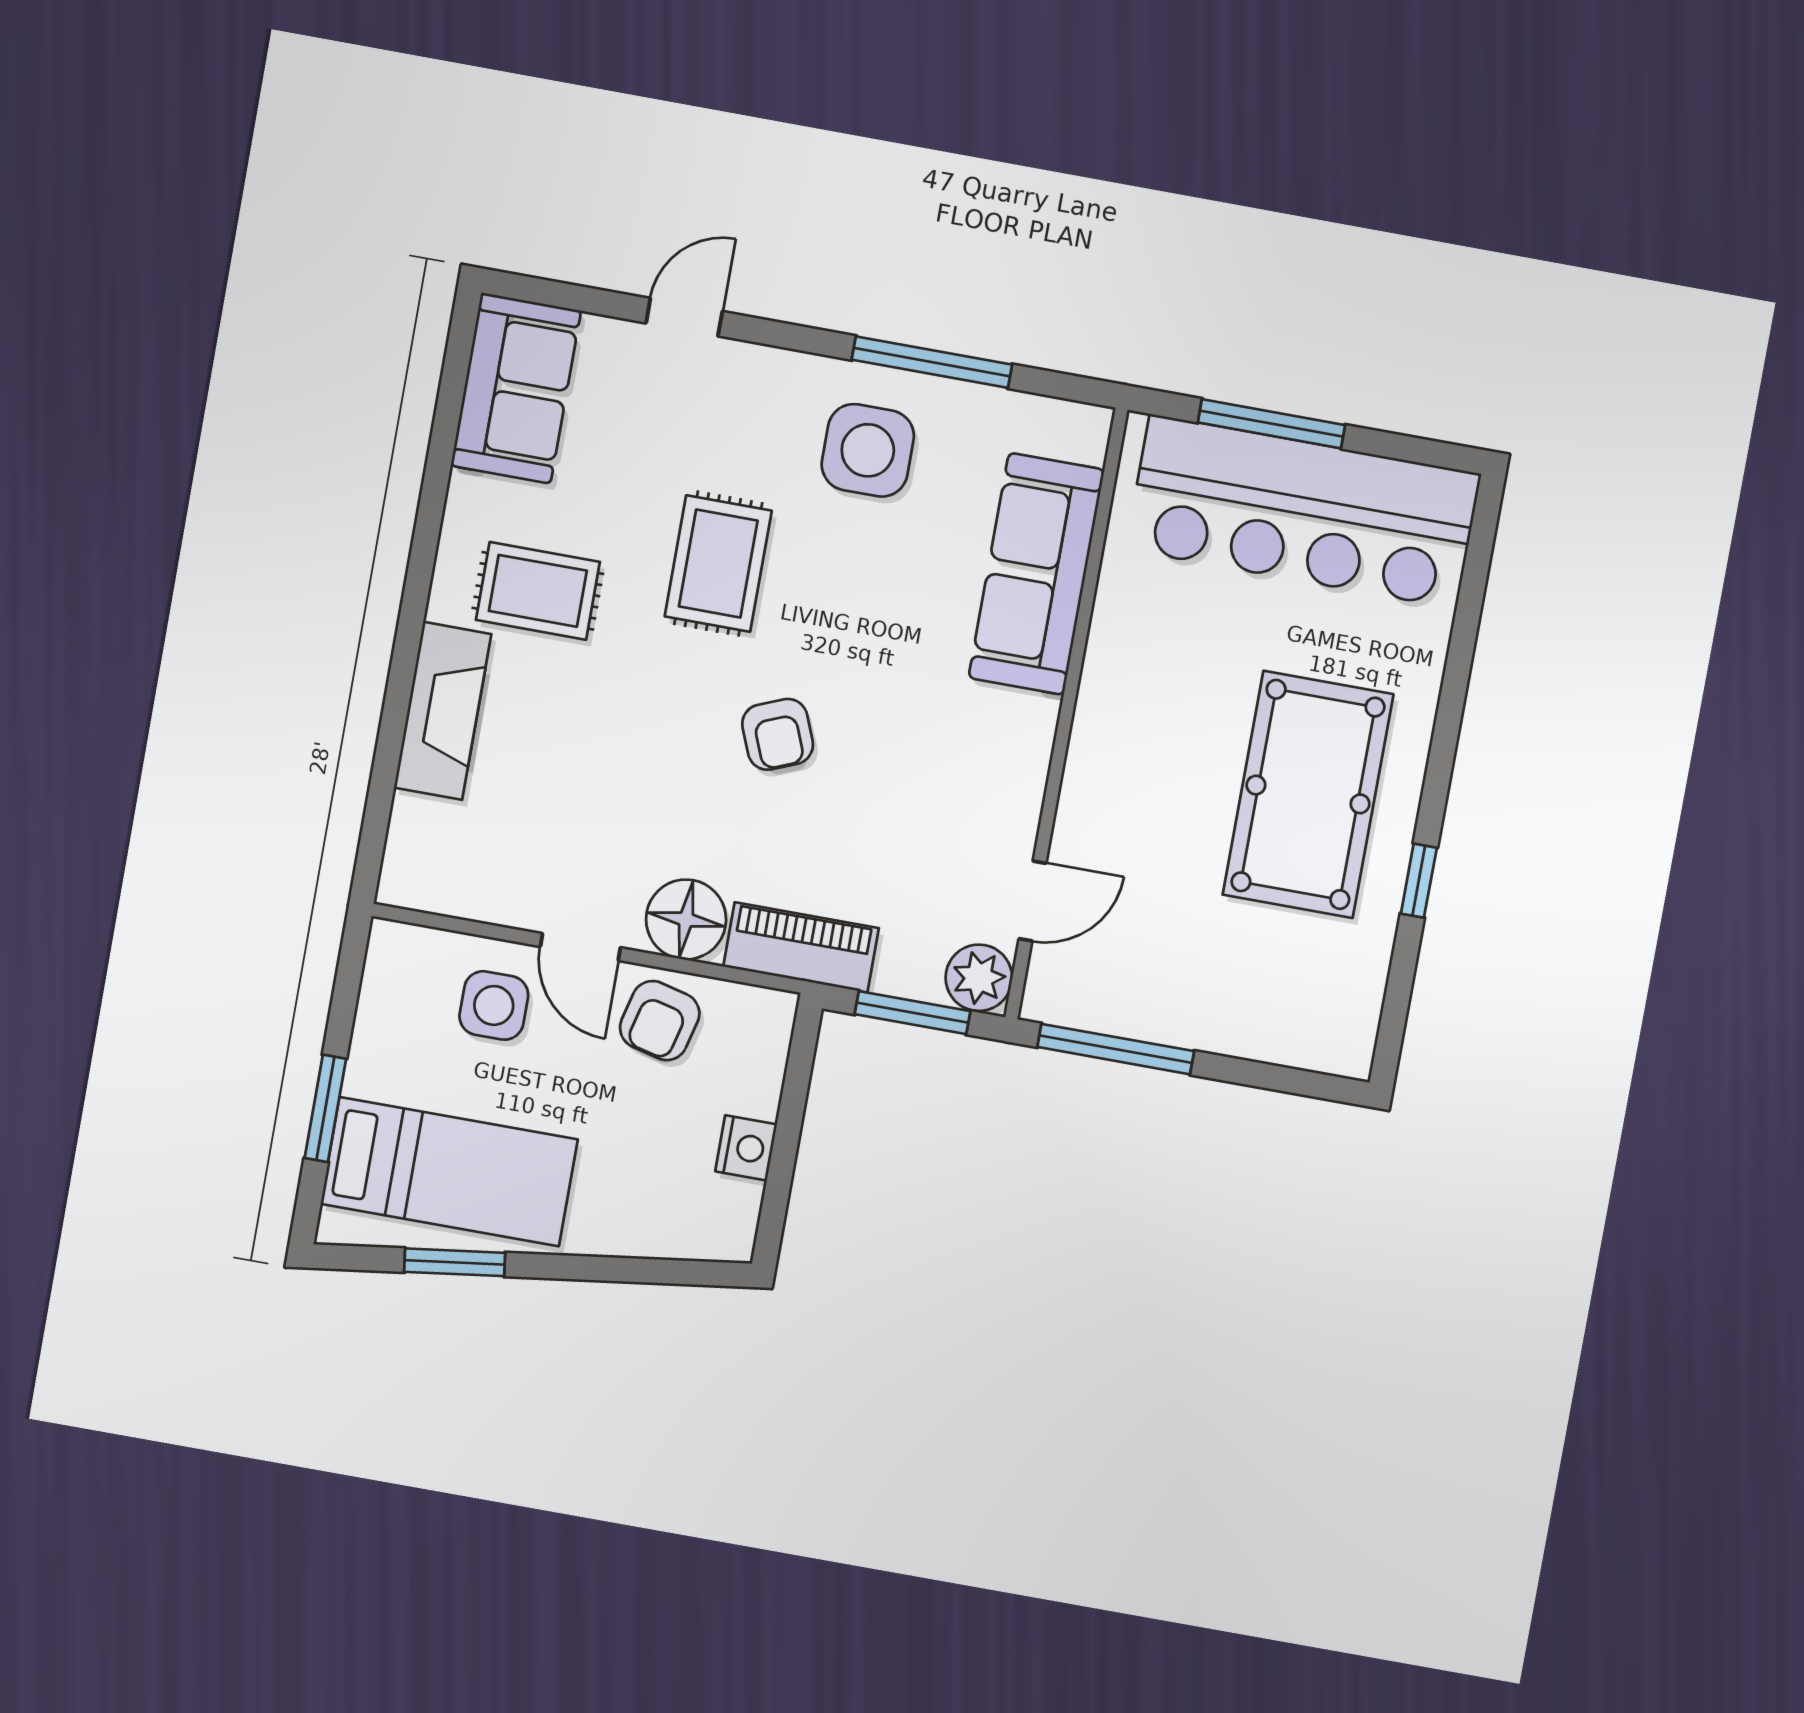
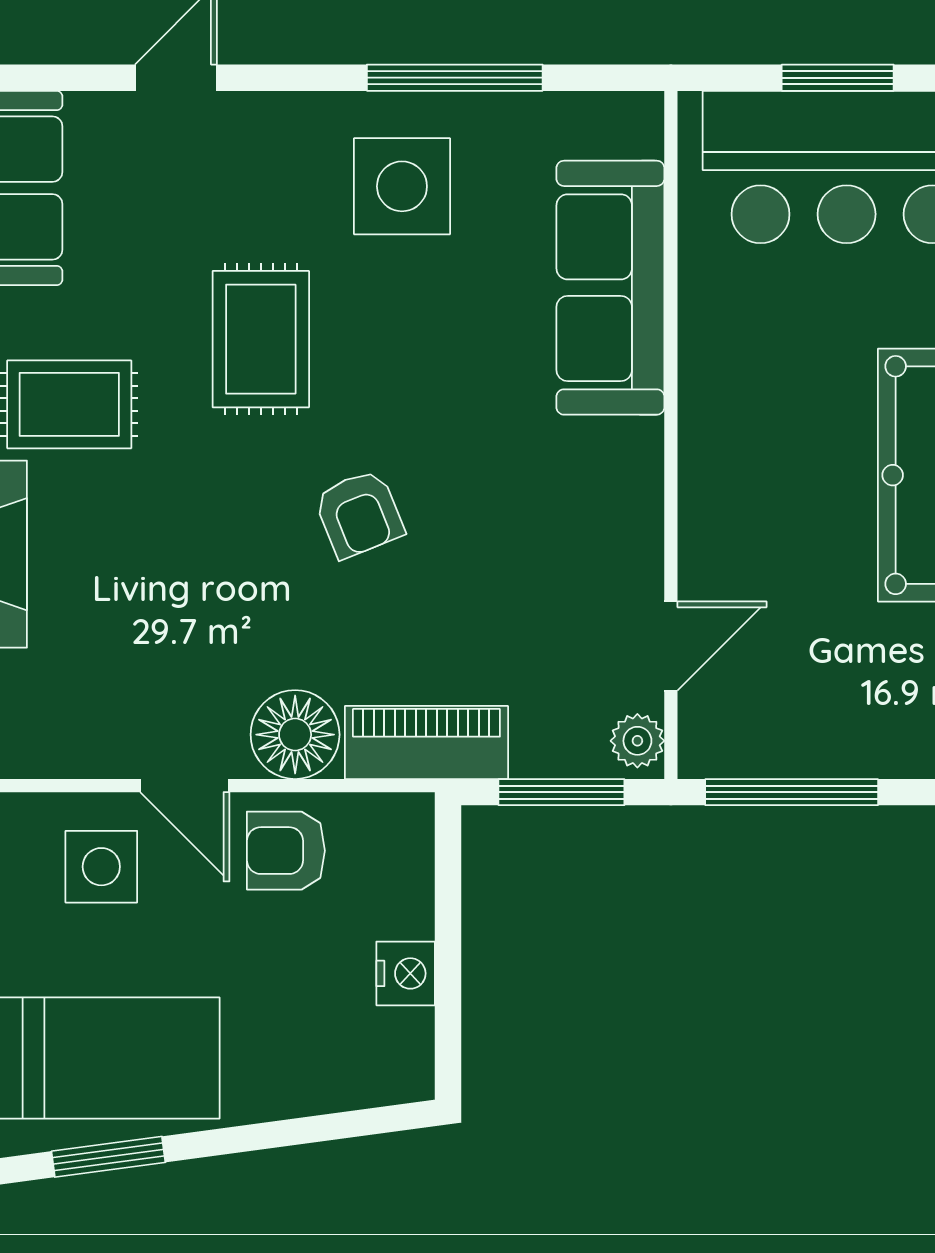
window: (1272, 424) -> (838, 78), width x0.69
plant: (979, 978) -> (637, 741), width x0.73, depth x0.73
armchair: (660, 1021) -> (286, 851), turned 76

